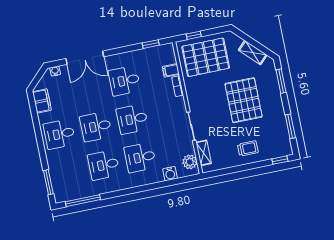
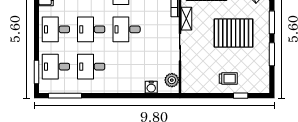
pallet: (244, 100) -> (233, 33), turned 90
window: (290, 126) -> (272, 54), moved
shelving: (204, 153) -> (186, 19), moved
desk: (140, 158) -> (56, 67), moved
window: (280, 160) -> (241, 96), moved

